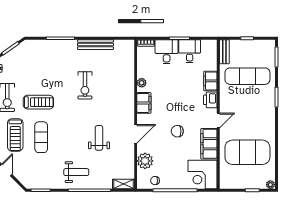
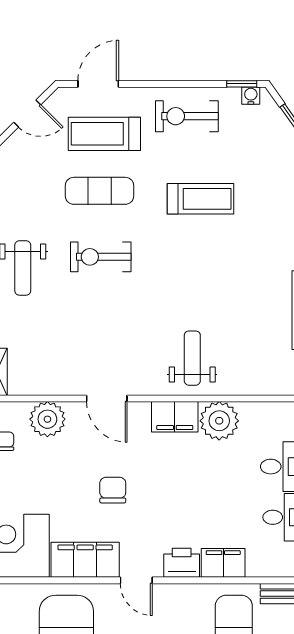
plant: (142, 83) -> (219, 421), width x1.87, depth x1.87
exercise bike: (85, 85) -> (101, 257), moved
treadmill: (38, 102) -> (200, 199), moved, turned -90
weight bench: (99, 138) -> (192, 358), moved, turned -90

